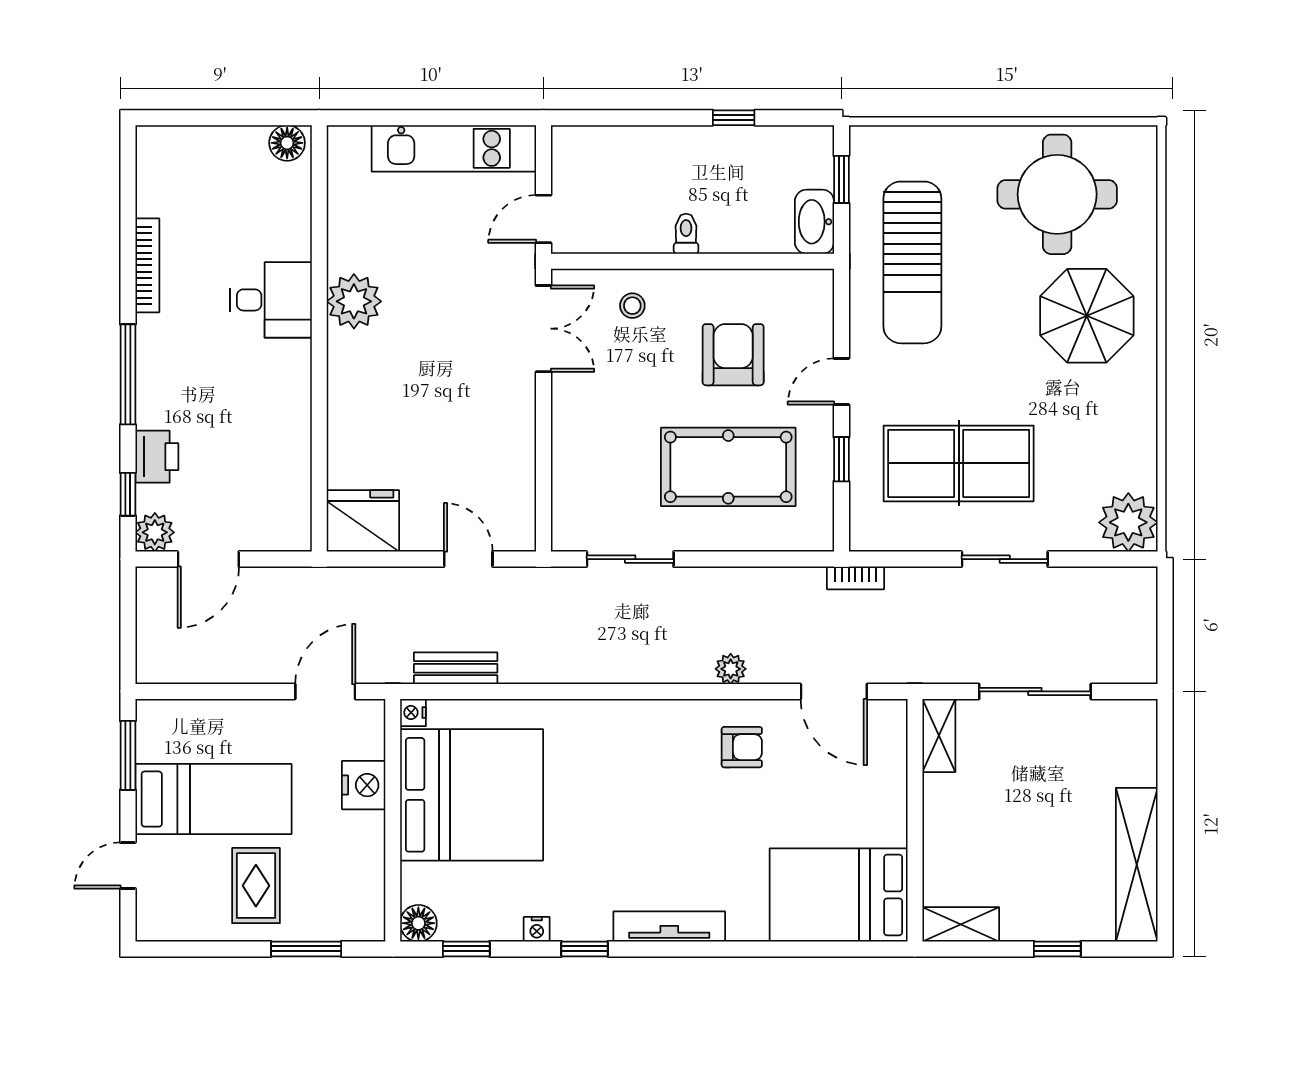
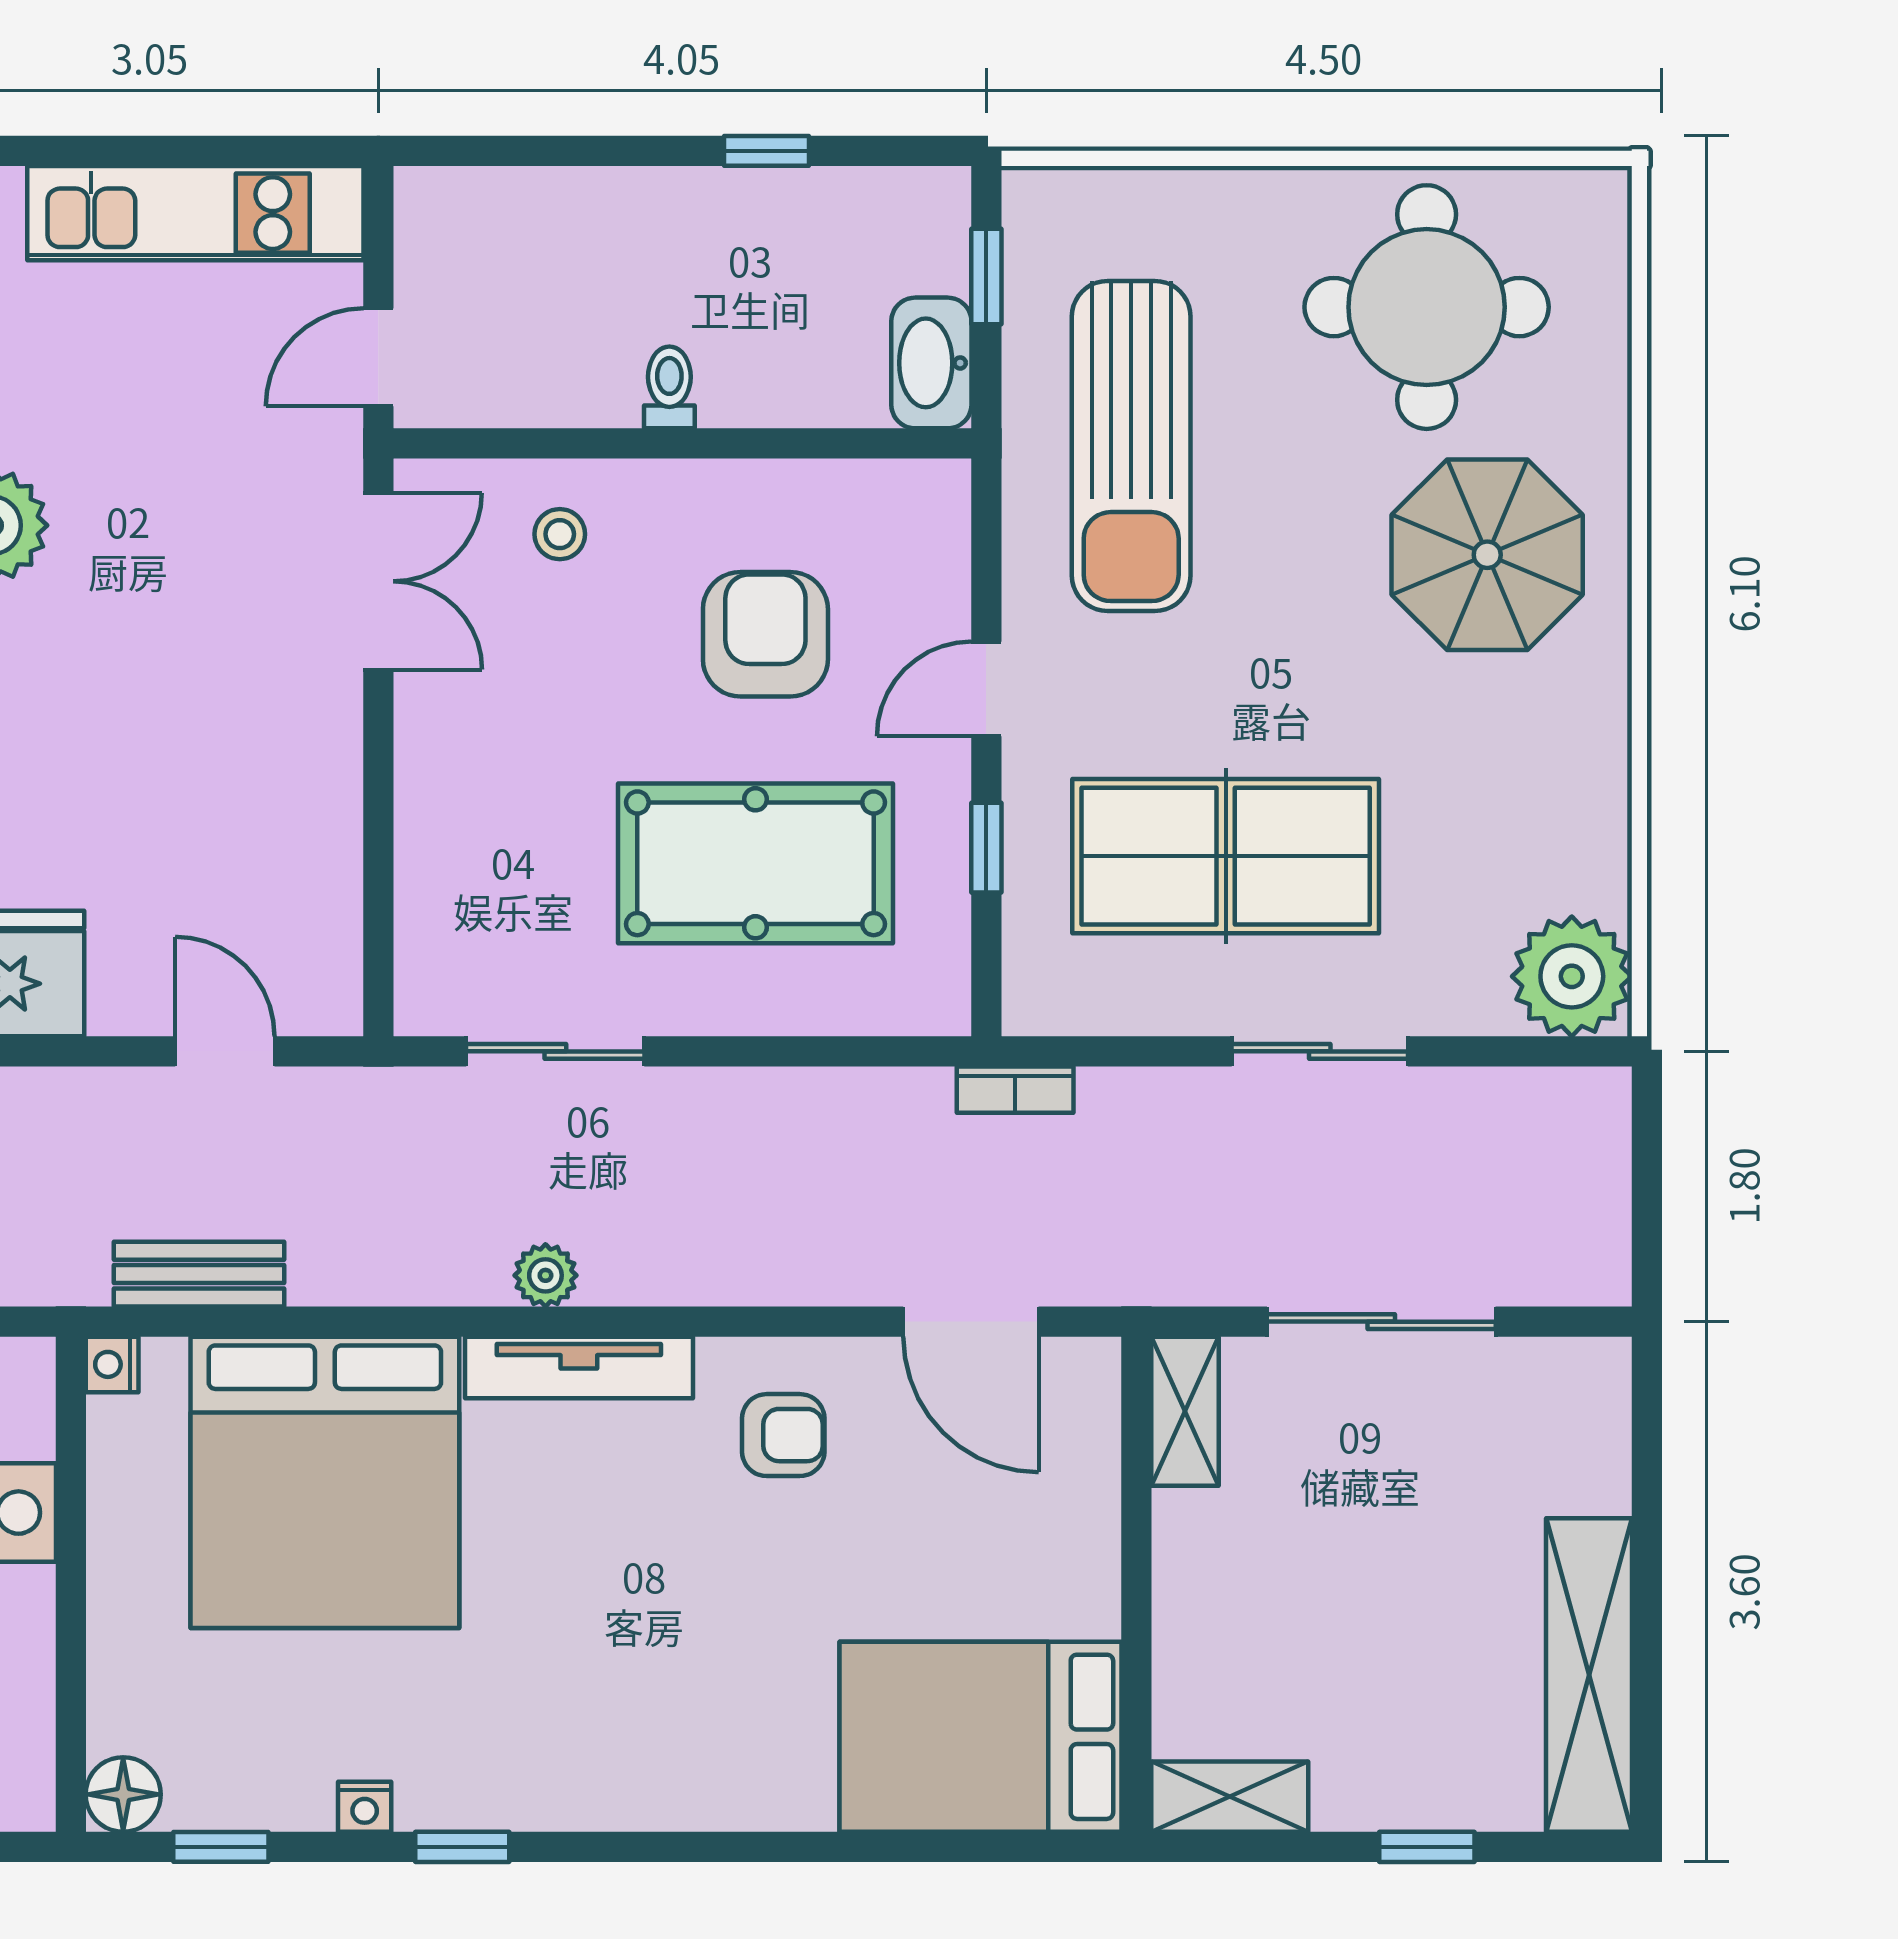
plant: (731, 669) -> (545, 1275), moved
bed: (472, 795) -> (325, 1482), moved, turned 90
tv unit: (669, 926) -> (579, 1367), moved, turned 180

